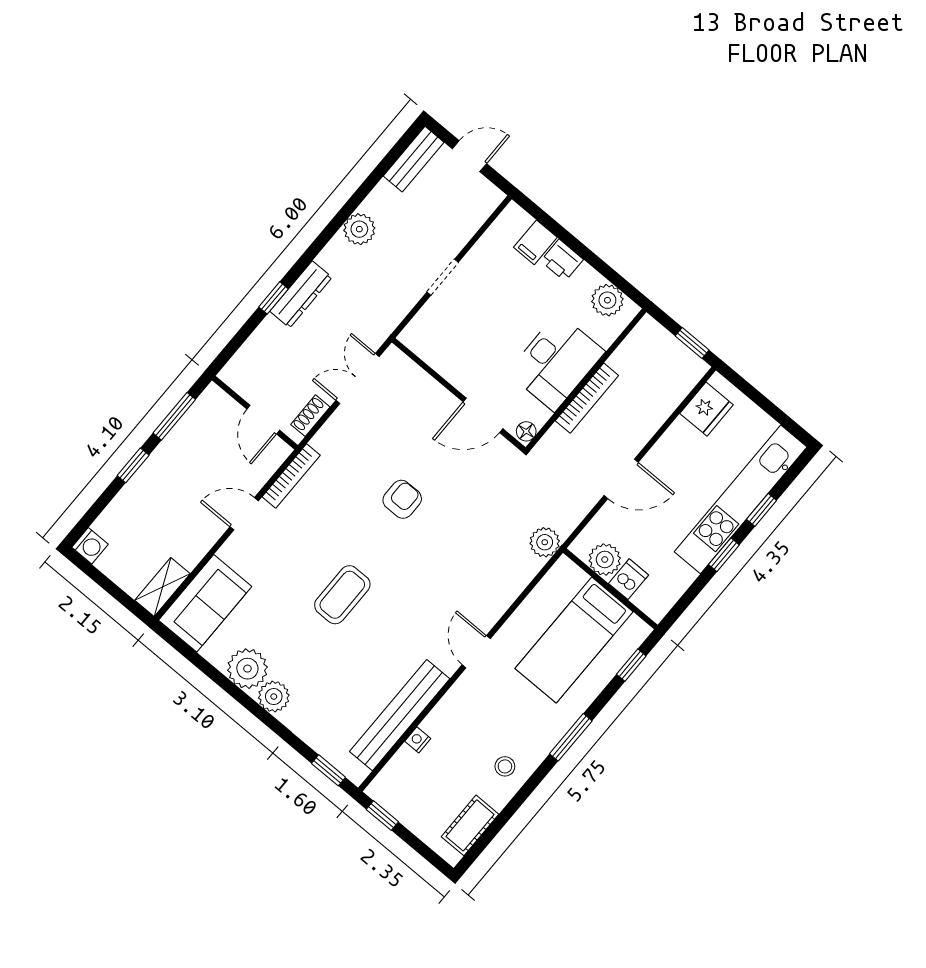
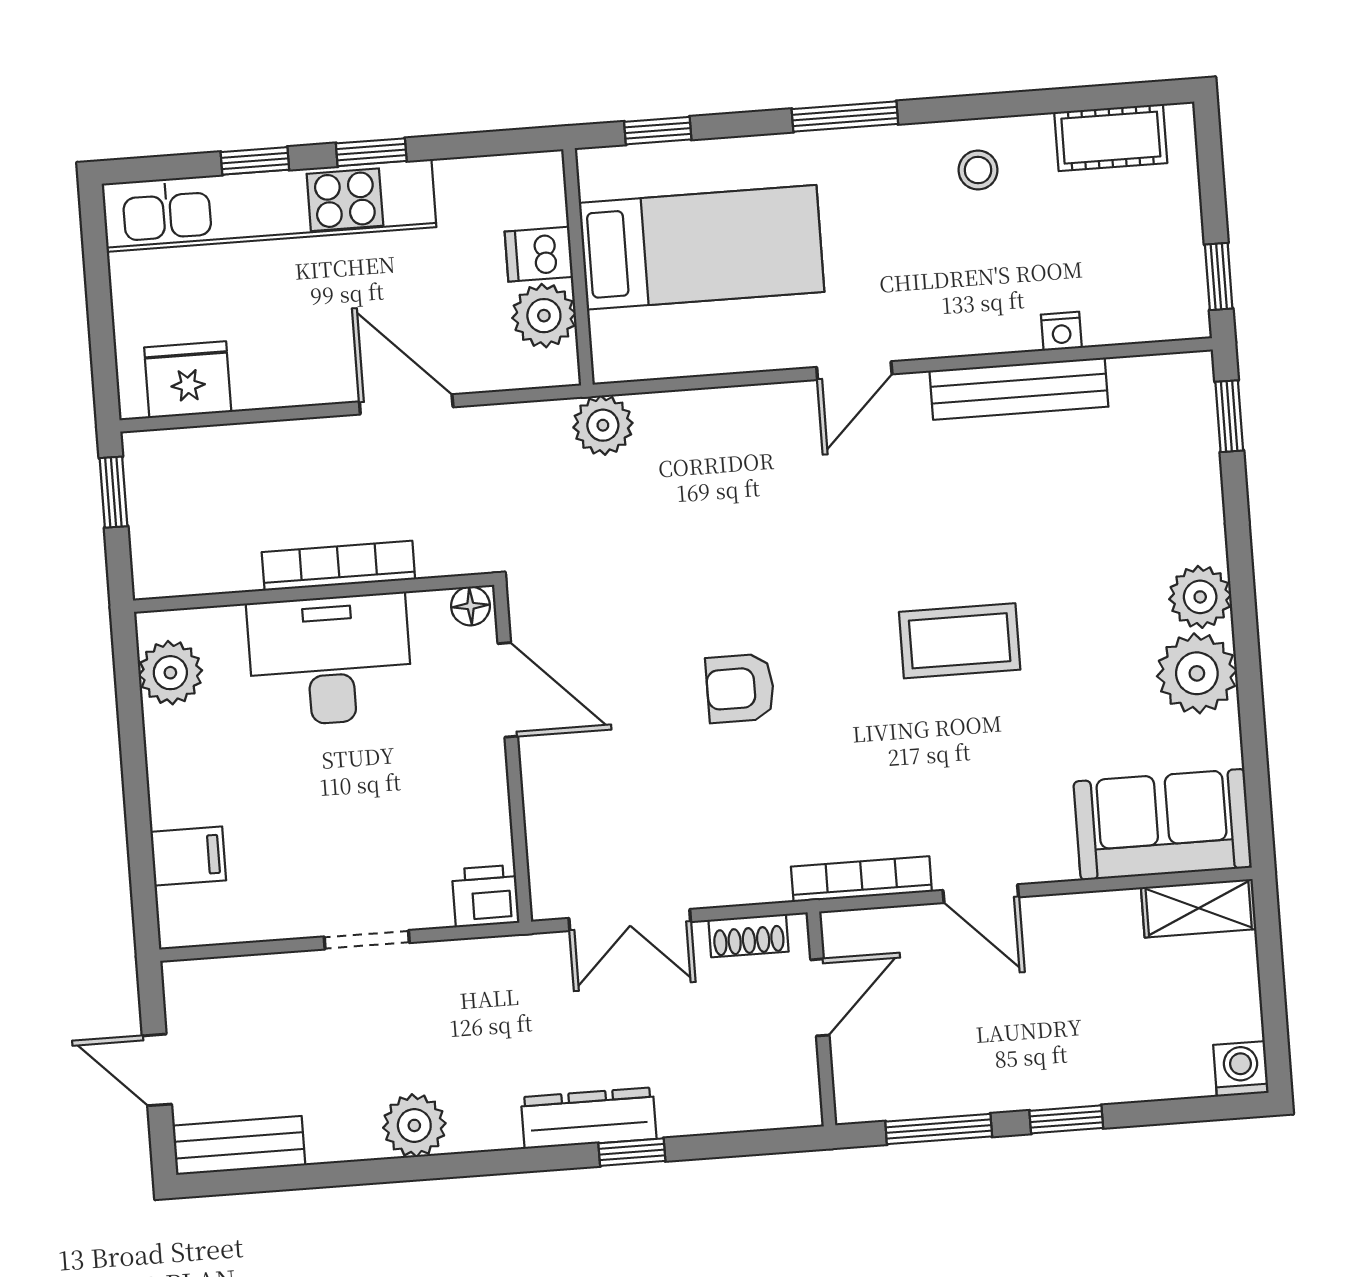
printer: (562, 260) -> (486, 896), moved, turned -90
bench: (400, 715) -> (1019, 389), width x0.73, depth x0.82

